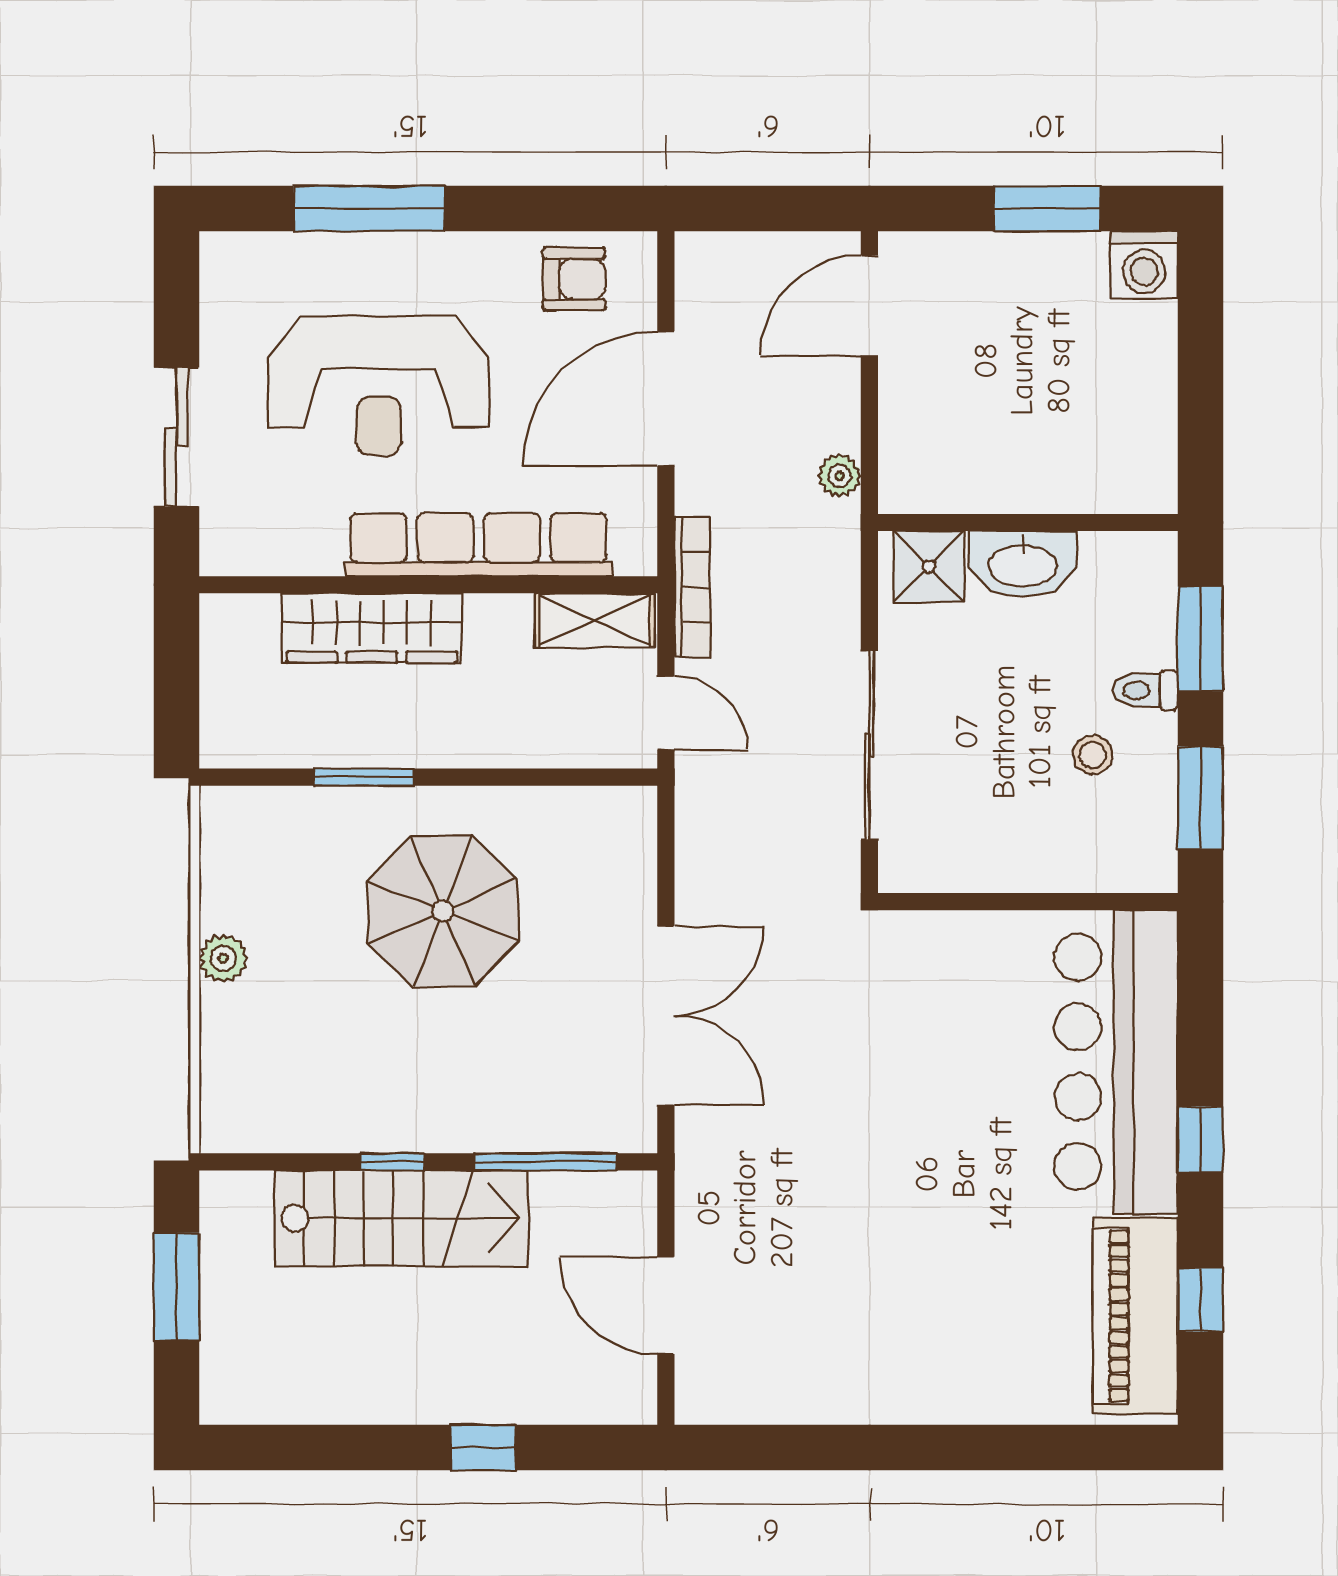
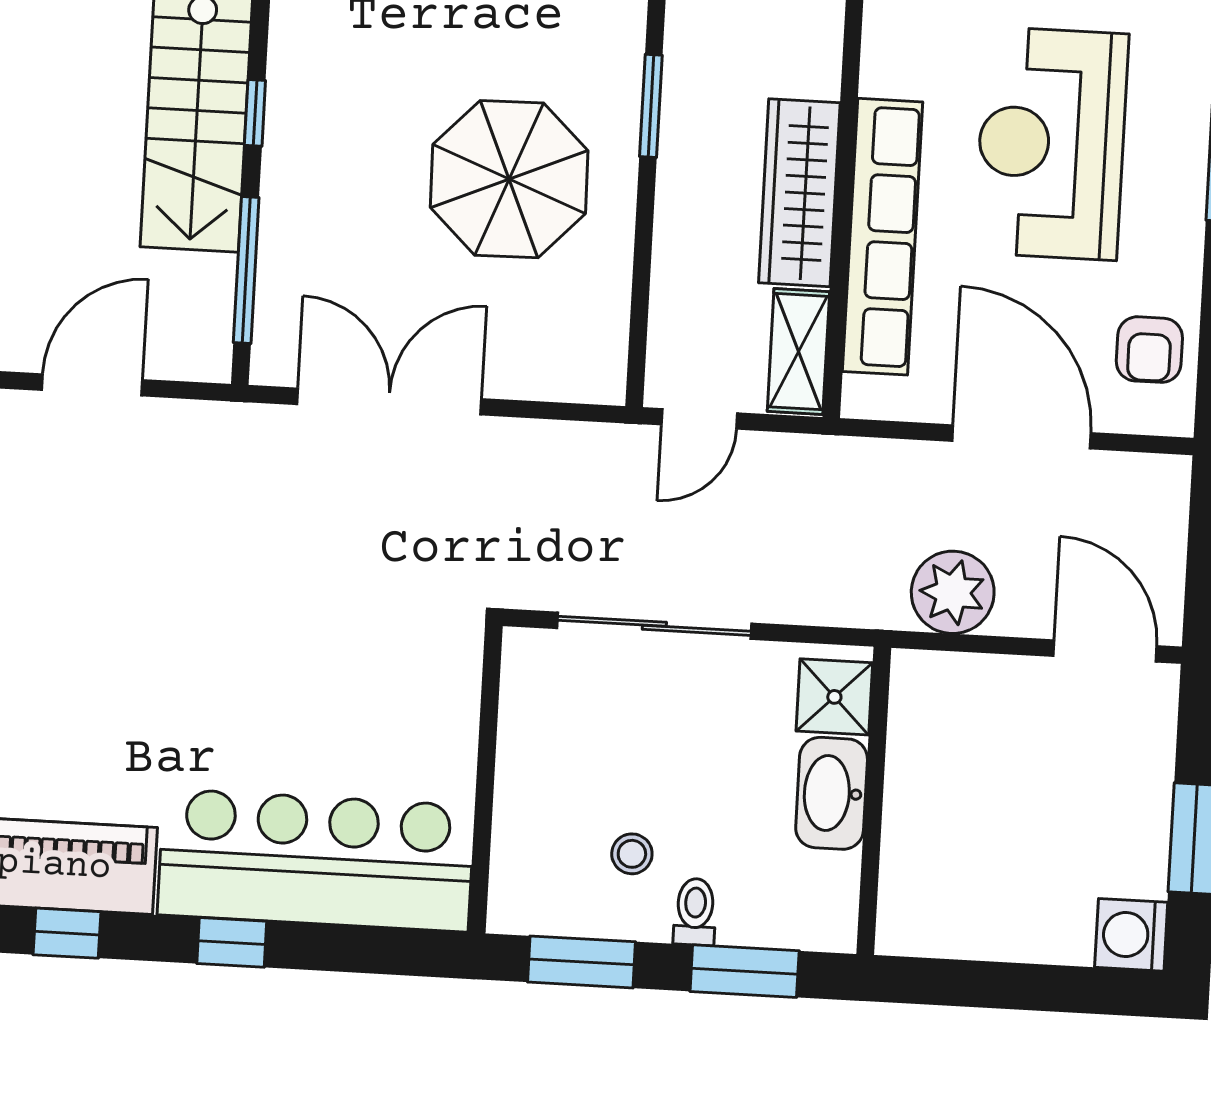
plant: (839, 476) -> (953, 592), width x1.87, depth x1.87
bookcase: (692, 587) -> (827, 453), removed
wardrobe: (372, 628) -> (799, 193), moved
double door: (666, 1016) -> (389, 402), swing flipped

